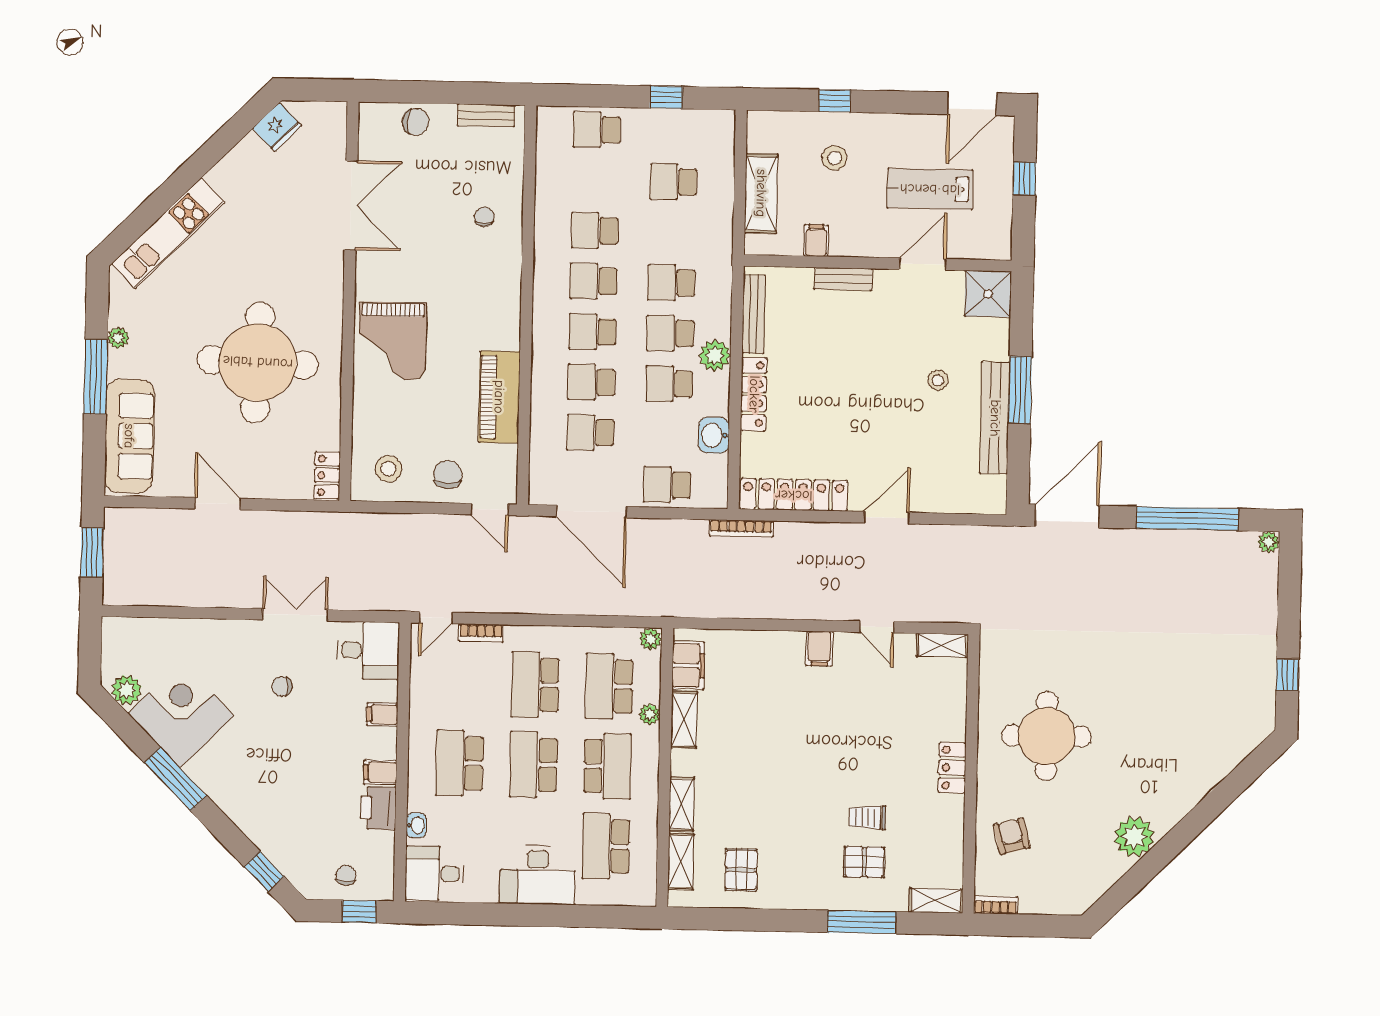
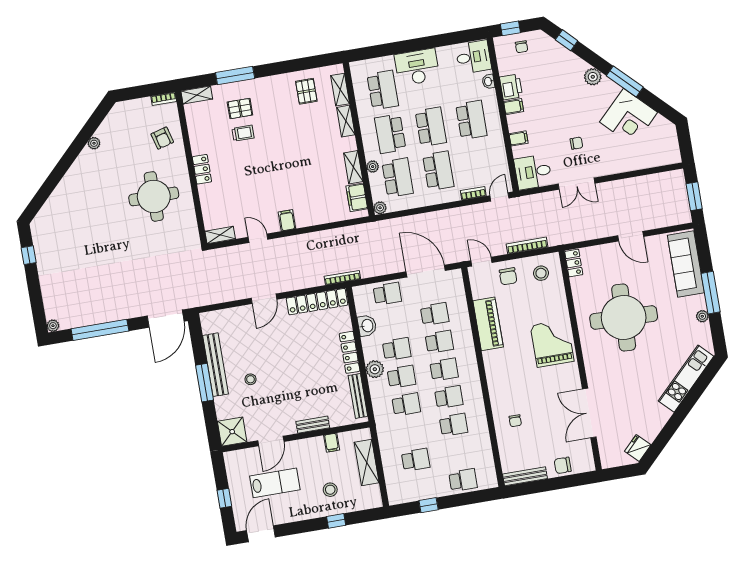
bench: (486, 115) -> (525, 476), width x1.36
bookcase: (404, 522) -> (527, 246), added
plant: (127, 690) -> (593, 77), moved
plant: (1134, 837) -> (94, 143), width x0.53, depth x0.53

